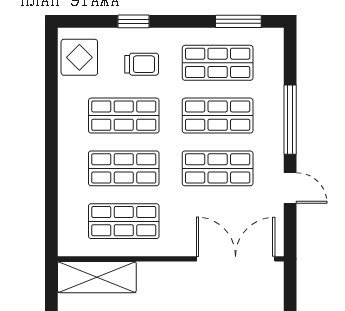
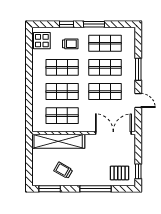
window: (238, 21) -> (94, 24), moved
window: (290, 120) -> (138, 69), width x0.69
shelving: (97, 277) -> (58, 141), width x1.47

